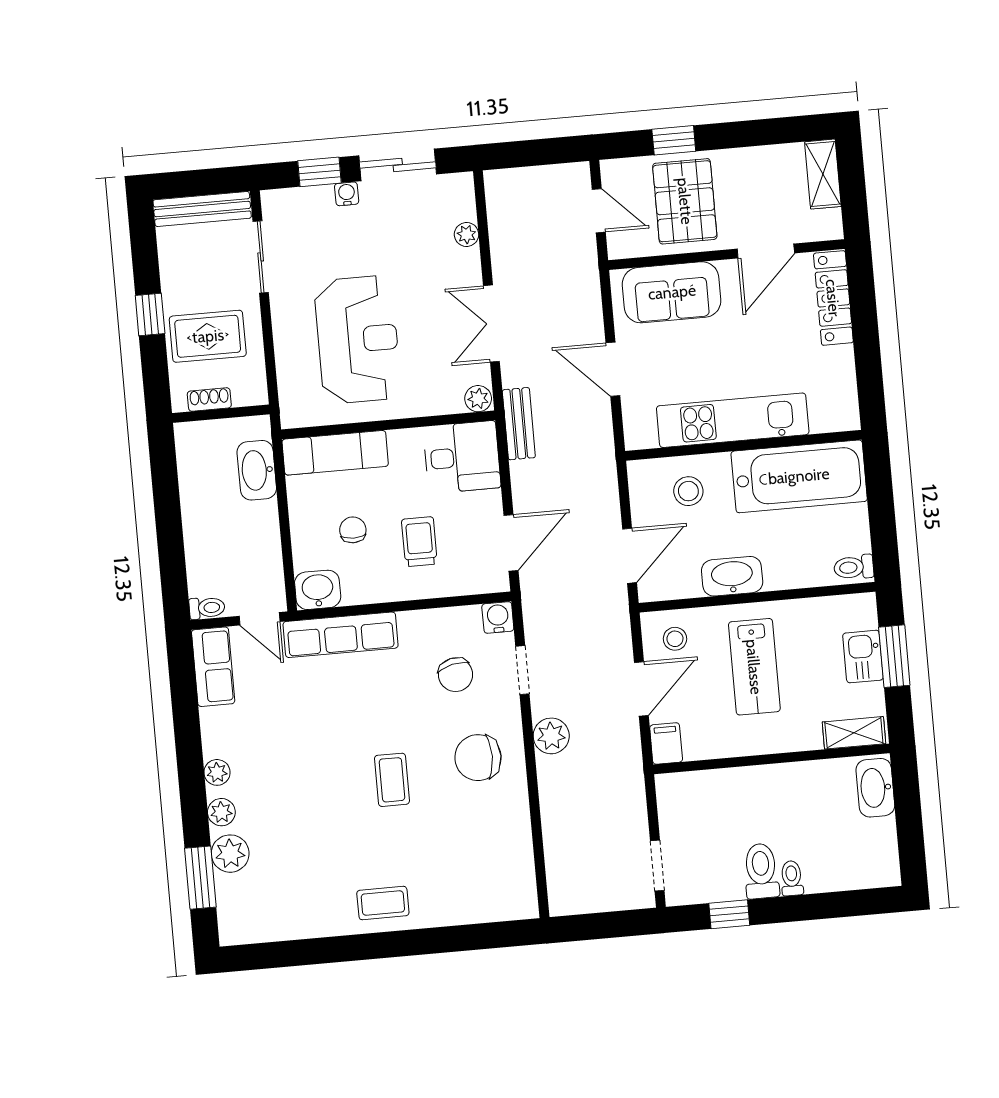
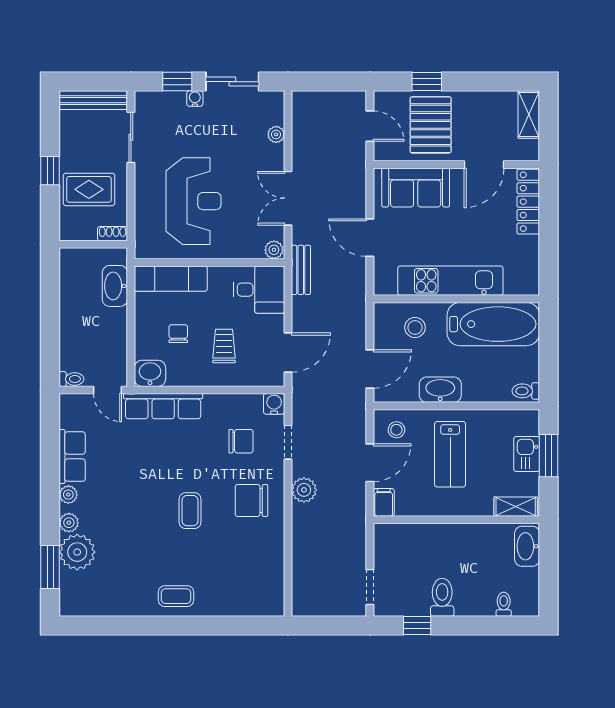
shoe rack: (209, 399) -> (113, 234), moved
row of seats: (213, 667) -> (72, 457), moved
chair: (456, 675) -> (241, 441), turned -77
plant: (230, 854) -> (77, 552), width x1.36, depth x1.36
toilet: (792, 878) -> (504, 604), moved

